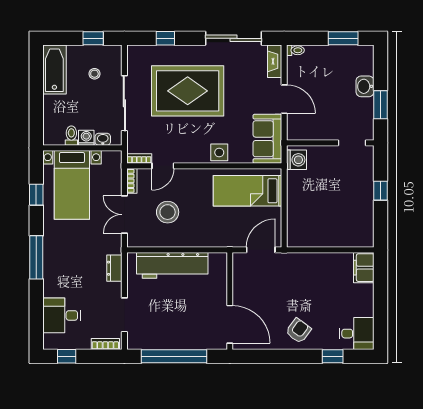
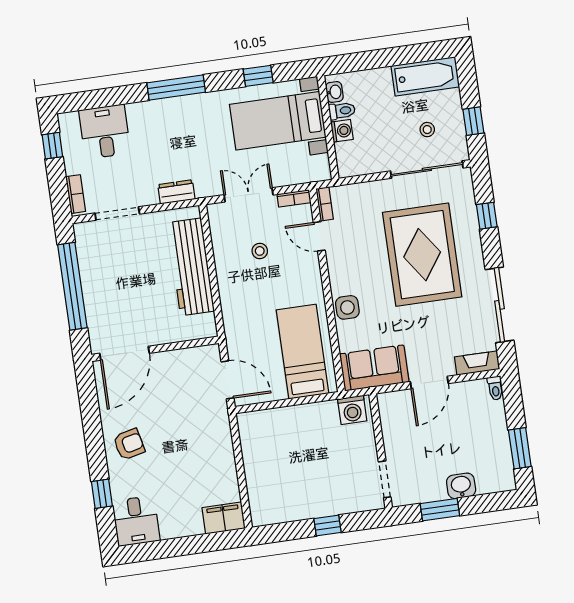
sliding door: (124, 103) -> (427, 169), moved
washbasin: (103, 139) -> (334, 92), moved
stool: (168, 212) -> (260, 251), width x0.53, depth x0.53
armchair: (298, 331) -> (129, 444), turned -50

